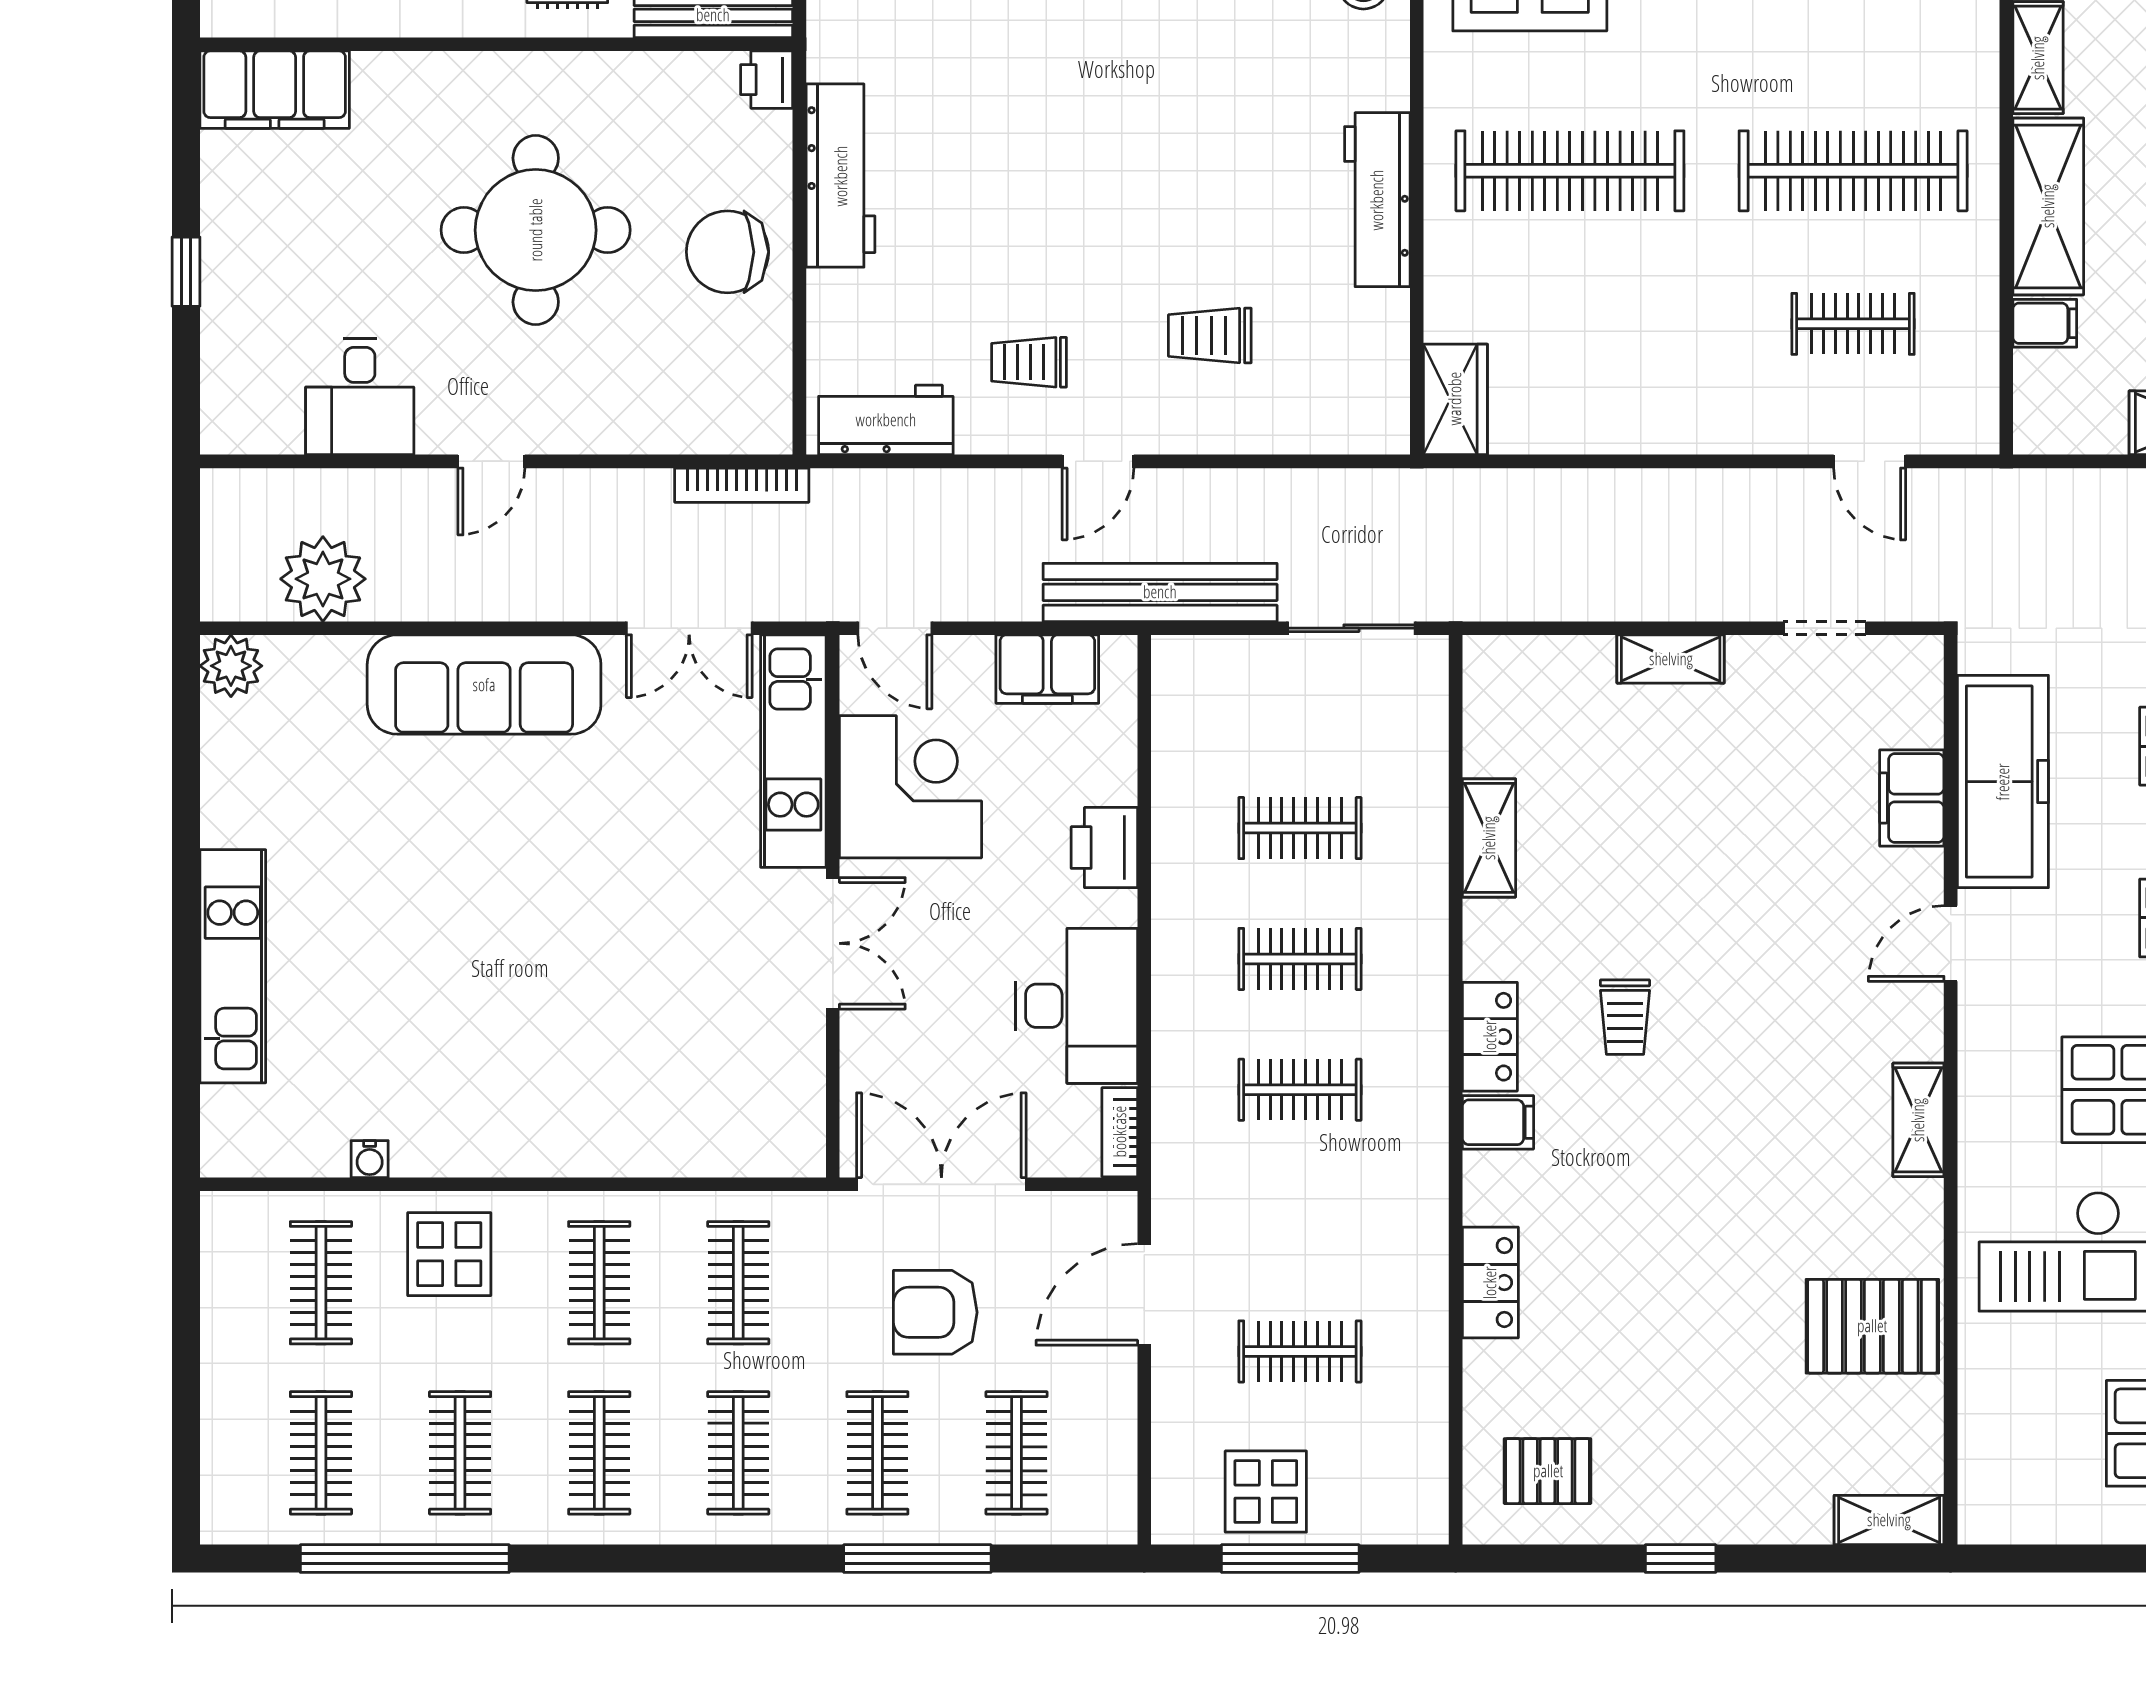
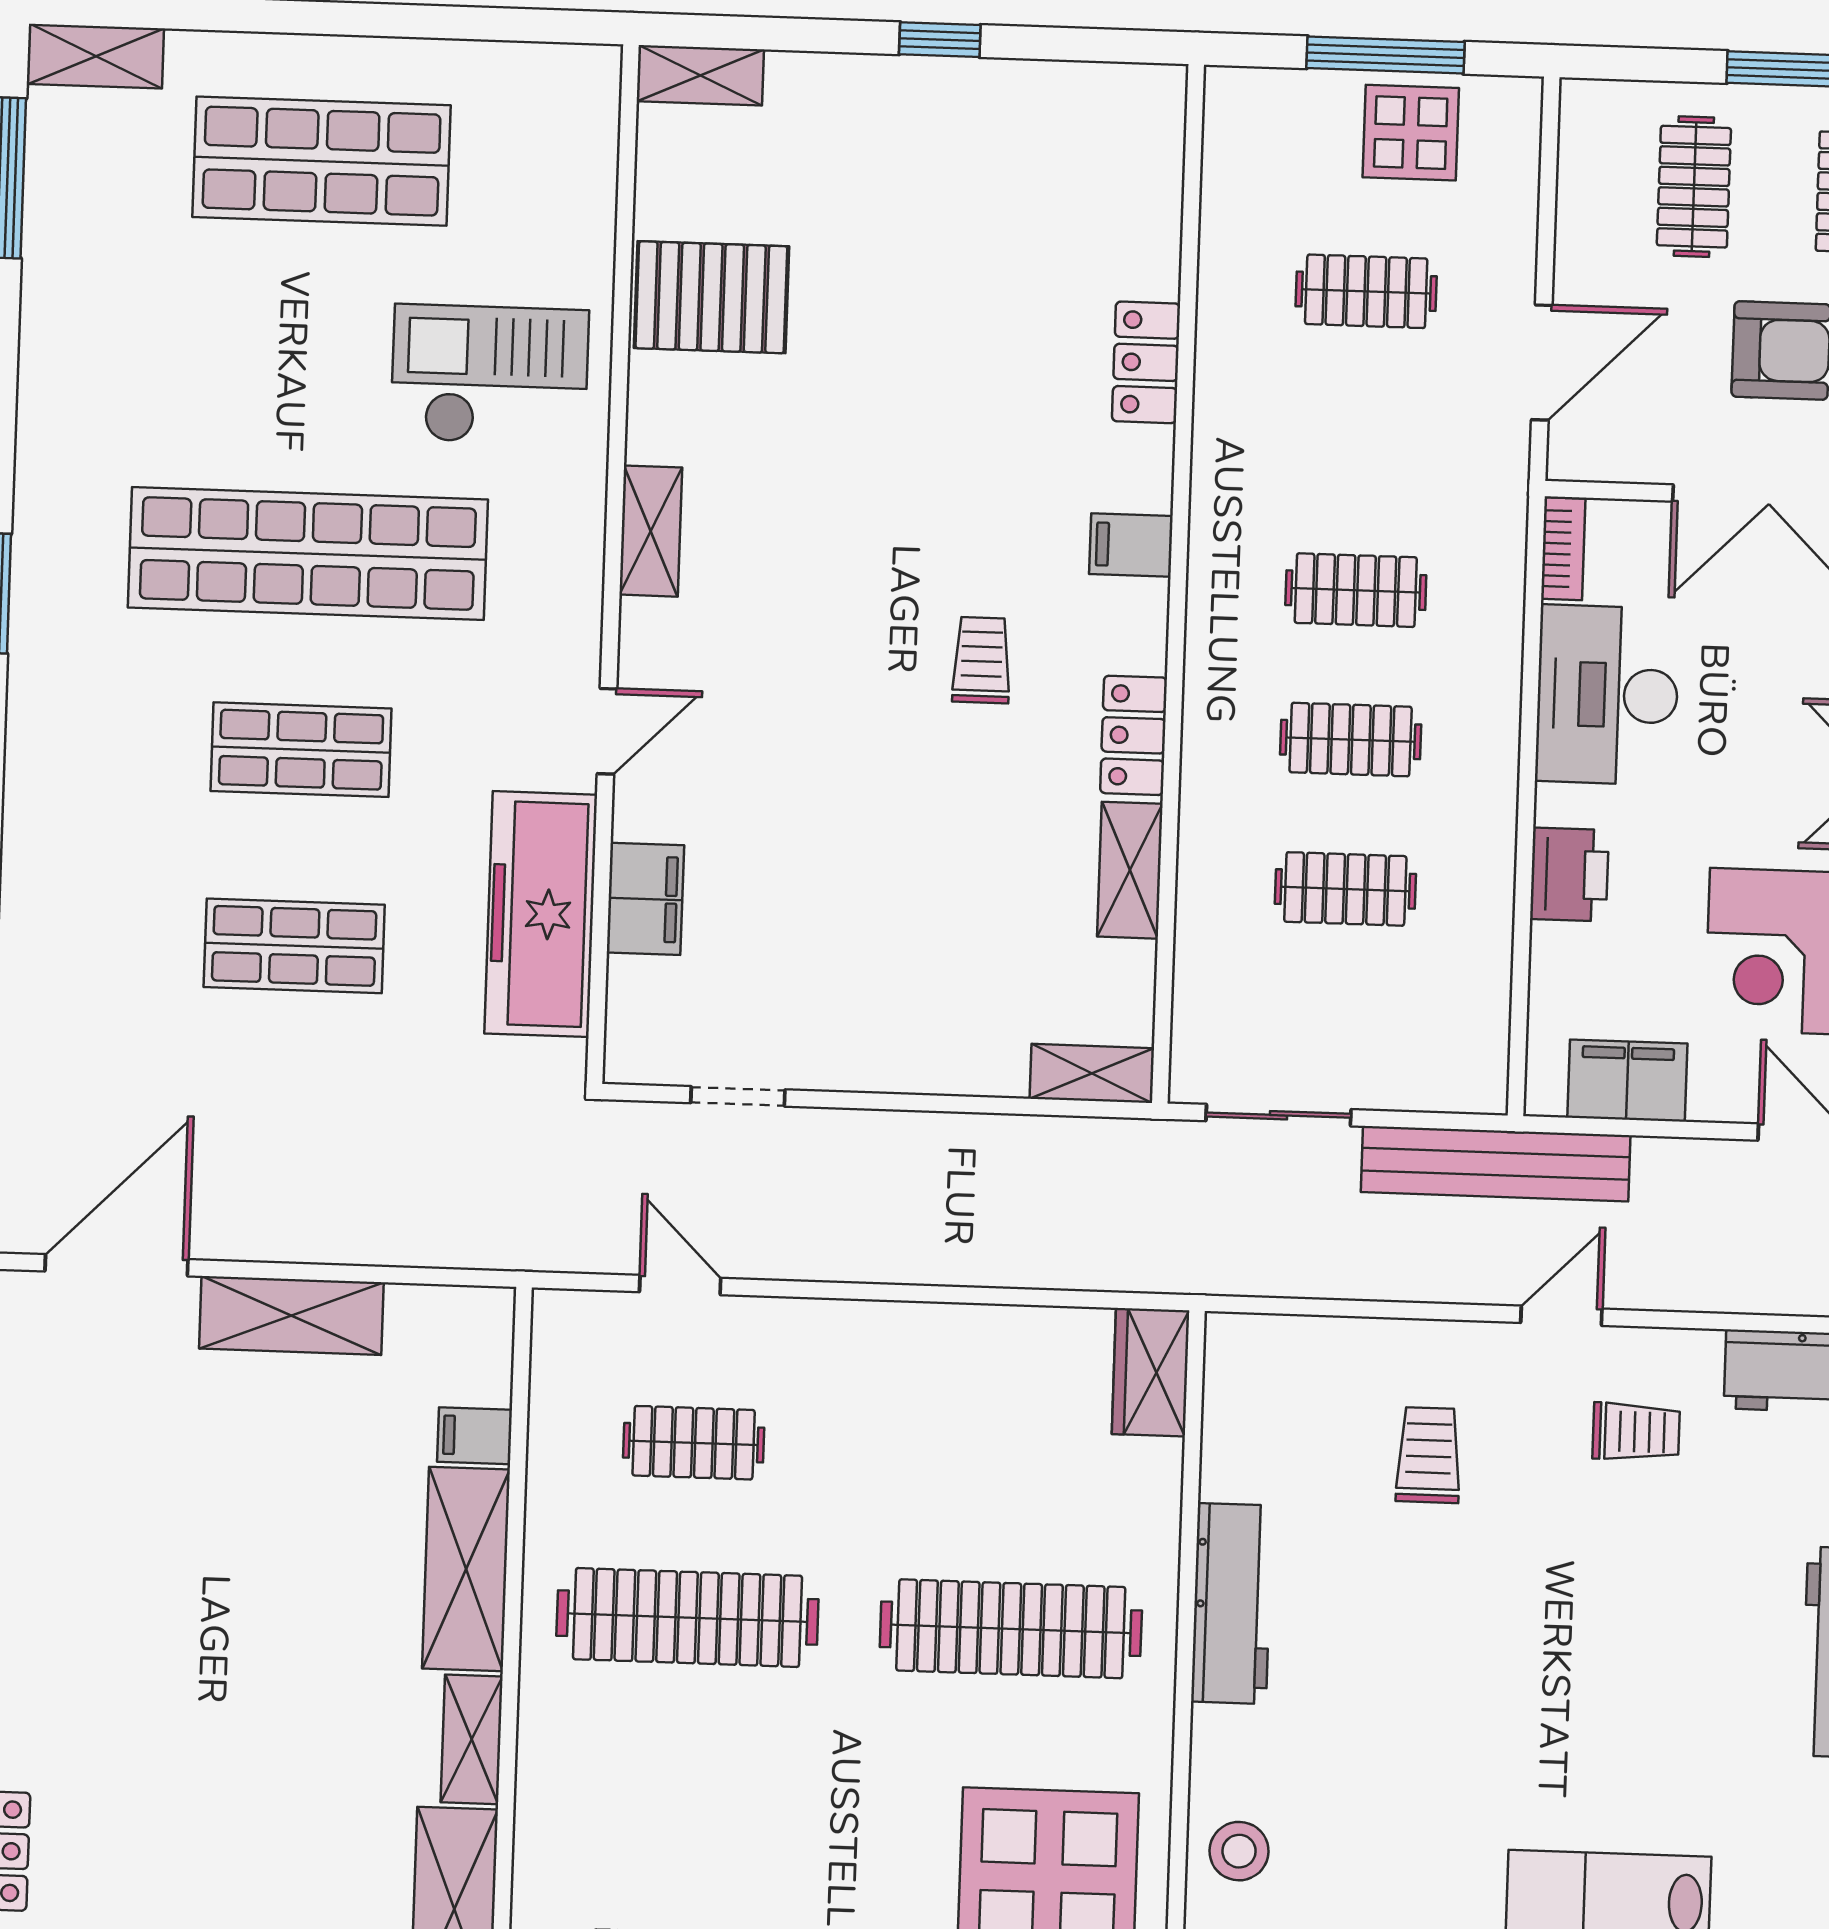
trolley: (1210, 336) -> (1429, 1455), turned -90
shelving: (1671, 659) -> (1092, 1073), moved
locker: (1490, 1037) -> (1134, 735), moved
pallet: (1548, 1471) -> (1088, 145), removed

